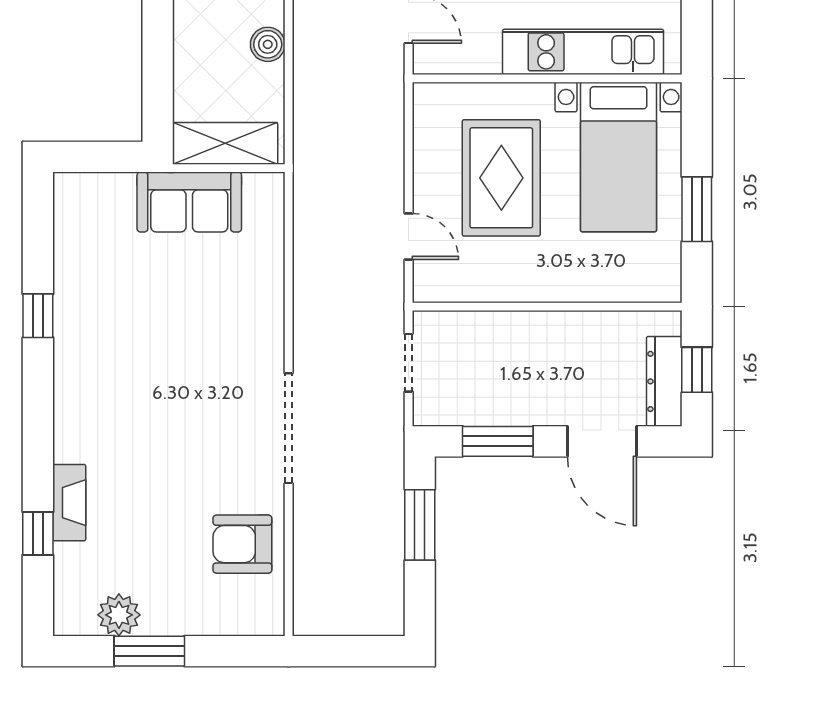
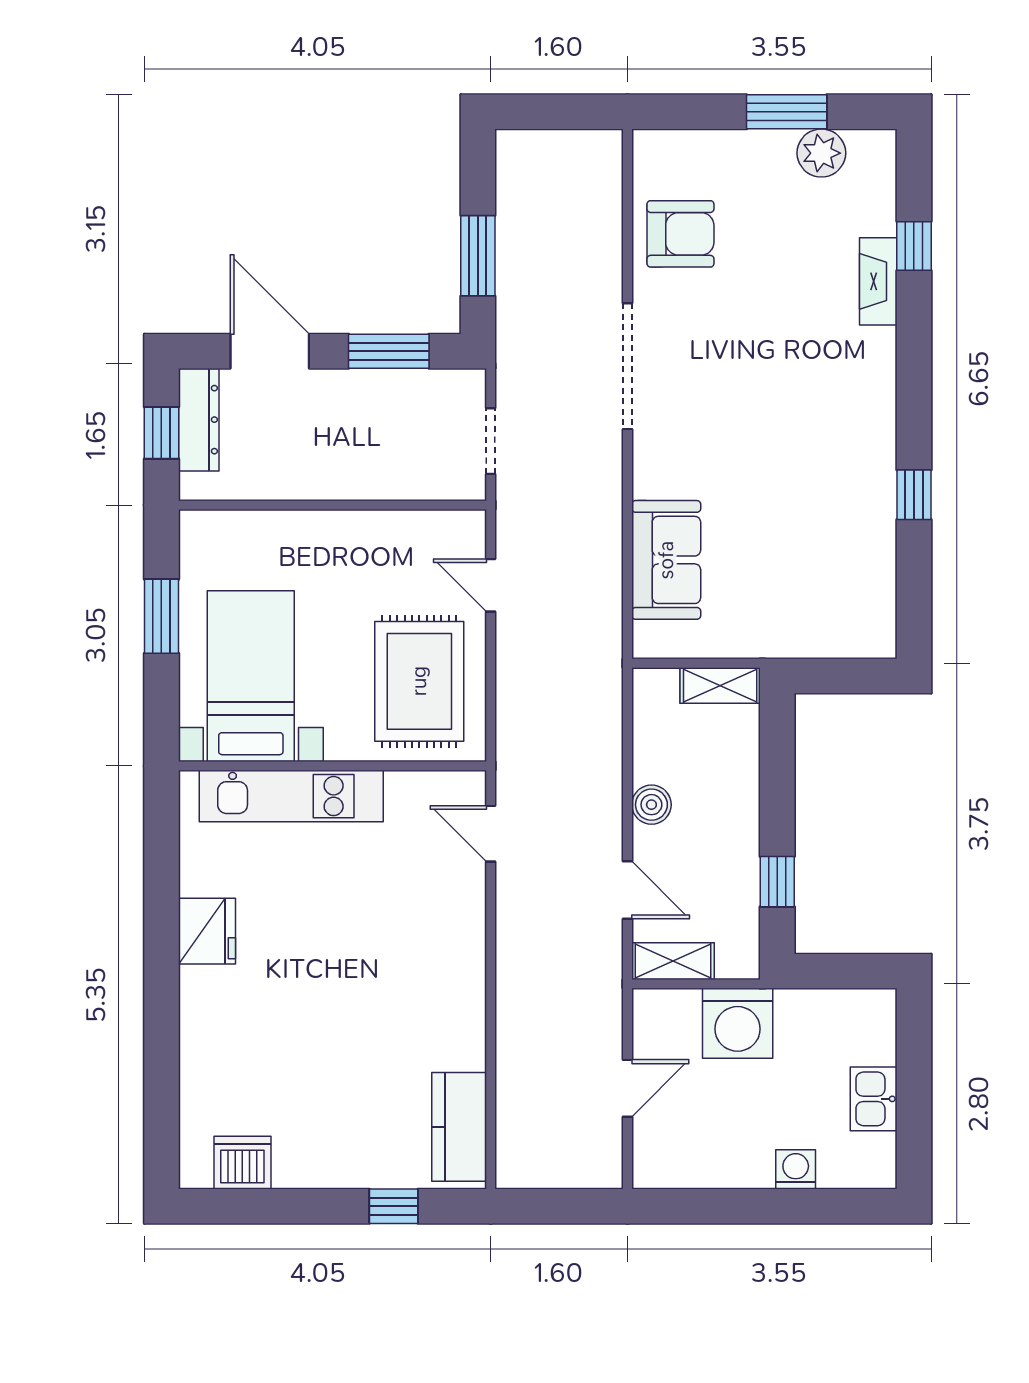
shelving: (225, 143) -> (720, 686), width x0.67, depth x0.75
rug: (501, 178) -> (419, 681), moved
sofa: (189, 202) -> (666, 560), moved, turned 90

